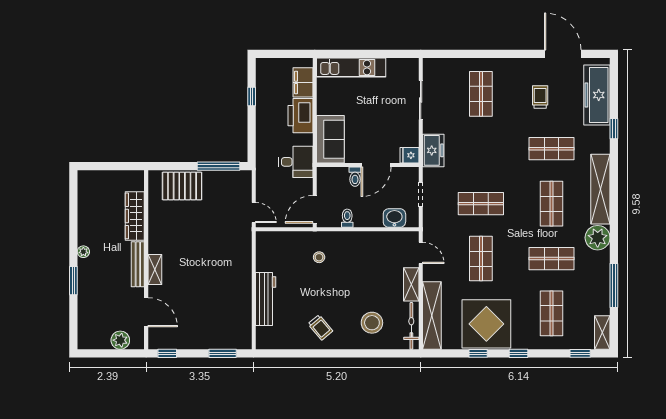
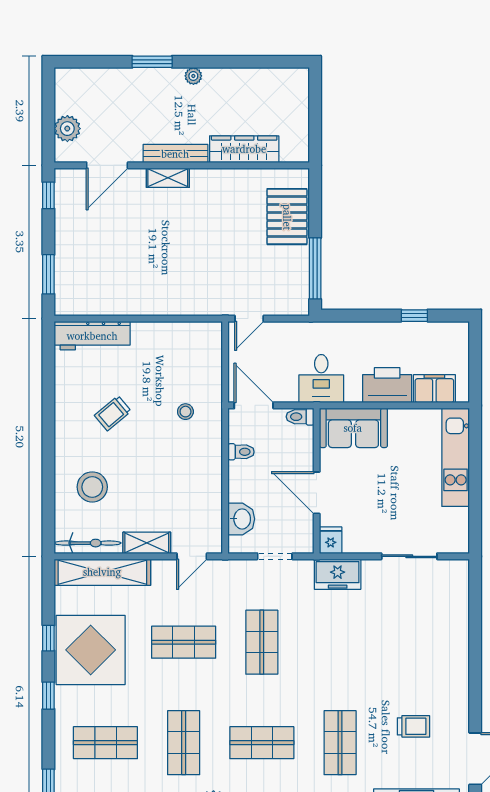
shop shelf: (481, 94) -> (418, 642), removed
toilet: (355, 177) -> (300, 417), moved
workbench: (266, 299) -> (92, 336), moved
trolley: (320, 327) -> (113, 413), moved

